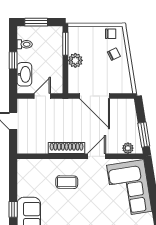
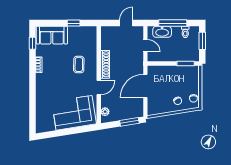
window: (13, 60) -> (173, 23), width x2.17
plant: (75, 60) -> (173, 71), removed
window: (144, 135) -> (129, 122), moved
door: (97, 156) -> (99, 88), hinge flipped
window: (13, 209) -> (74, 23), moved

